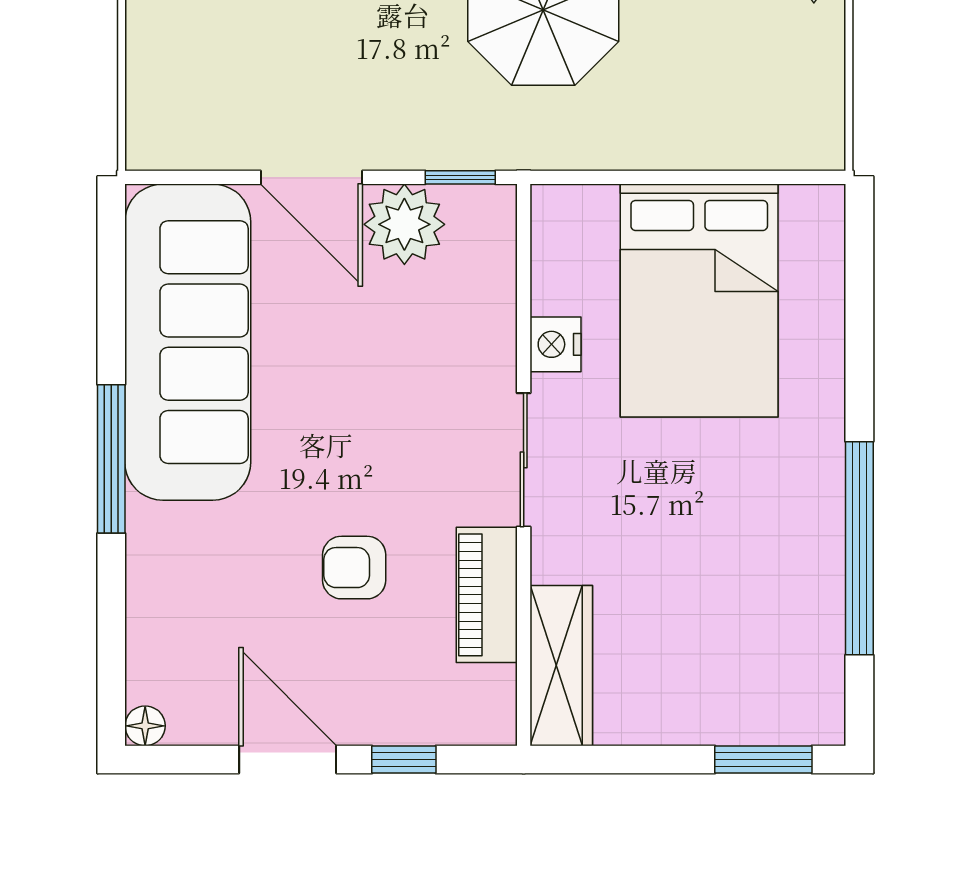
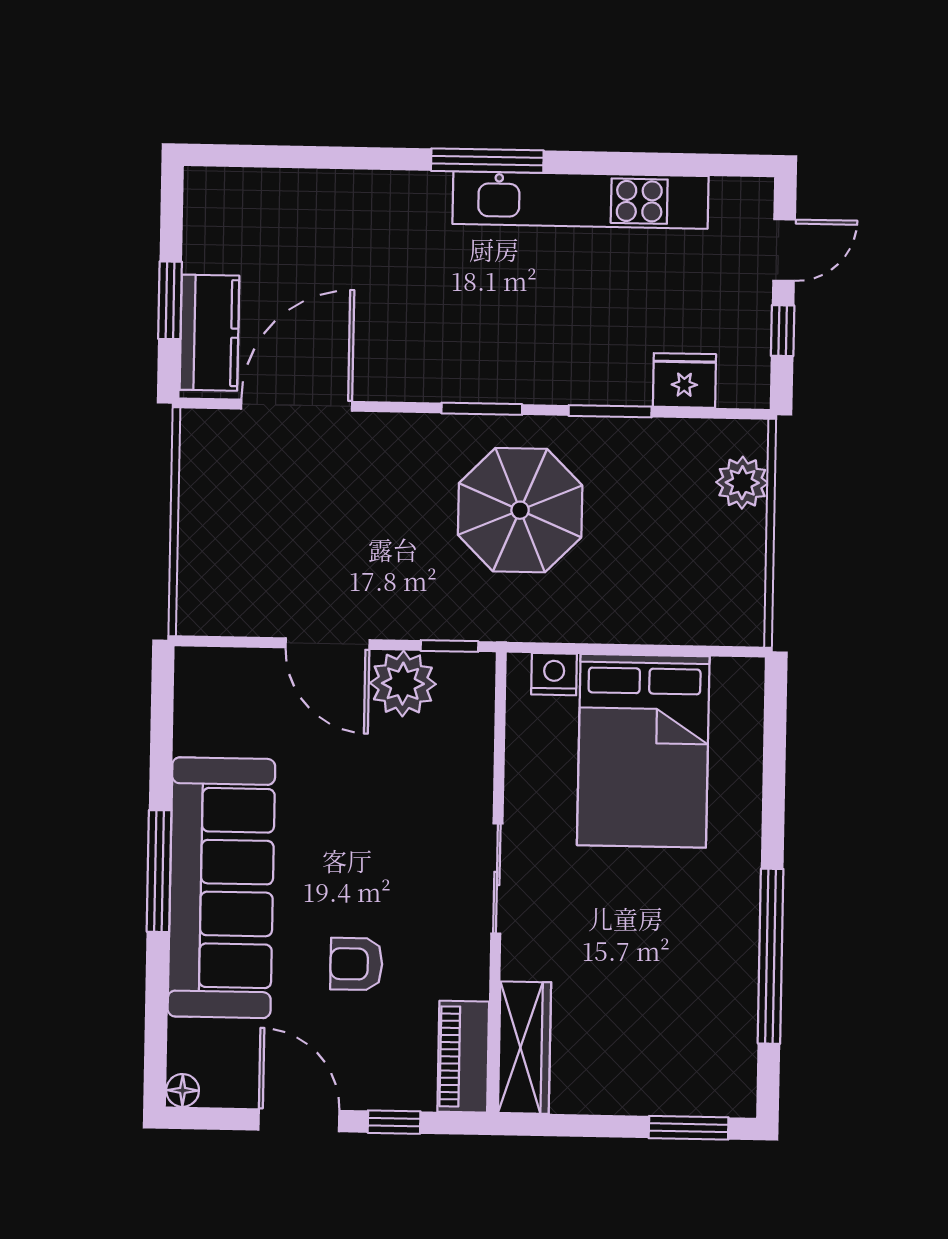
sofa: (188, 342) -> (221, 888), moved
nightstand: (556, 344) -> (554, 674), moved, turned 90
piano: (487, 595) -> (463, 1057), moved

